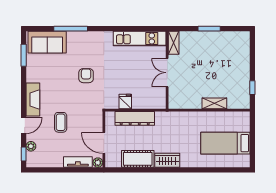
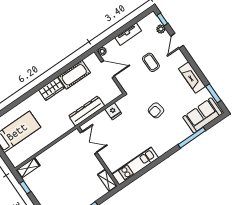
double door: (167, 73) -> (89, 143), moved
armchair: (86, 76) -> (156, 110), turned 79
fireplace: (33, 99) -> (192, 78), moved
shelving: (214, 103) -> (28, 168), moved
dresser: (135, 118) -> (87, 111), moved
tv unit: (78, 162) -> (128, 34), moved

